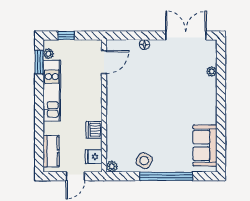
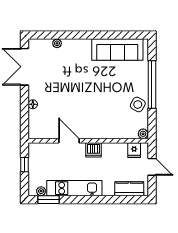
window: (66, 36) -> (24, 165), moved
door: (104, 62) -> (69, 141), moved
dishwasher: (94, 130) -> (94, 150), moved
sofa: (205, 145) -> (117, 50), width x1.36

